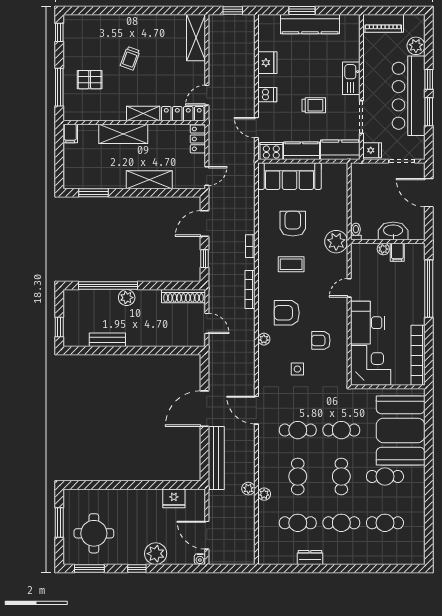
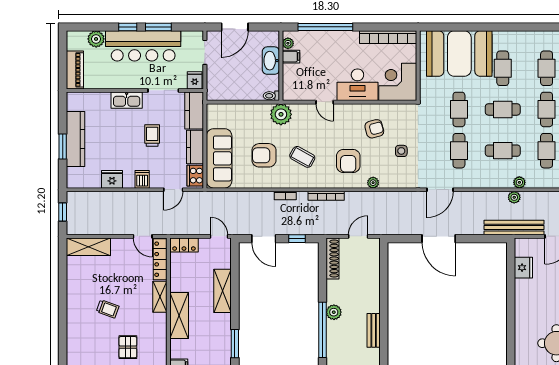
plant: (383, 249) -> (288, 43), moved
coffee table: (291, 264) -> (302, 157), turned -61
armchair: (321, 340) -> (374, 129), turned -105
bench: (216, 458) -> (514, 228), moved

